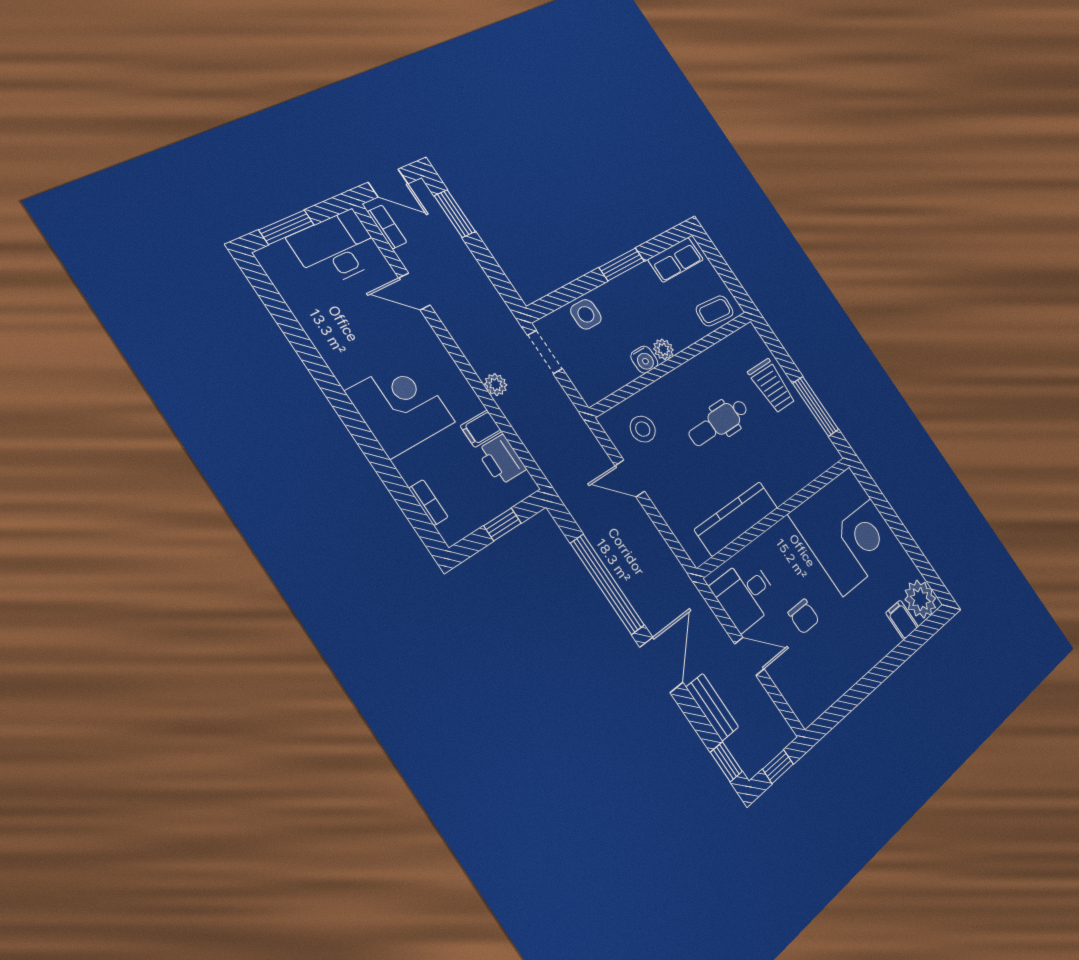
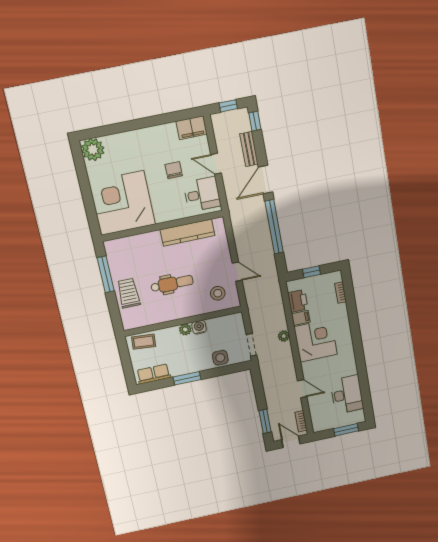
desk: (336, 249) -> (347, 394), moved, turned -90
corner desk: (400, 407) -> (316, 341), moved, turned 180
filing cabinet: (902, 620) -> (192, 128), moved, width x2.00

